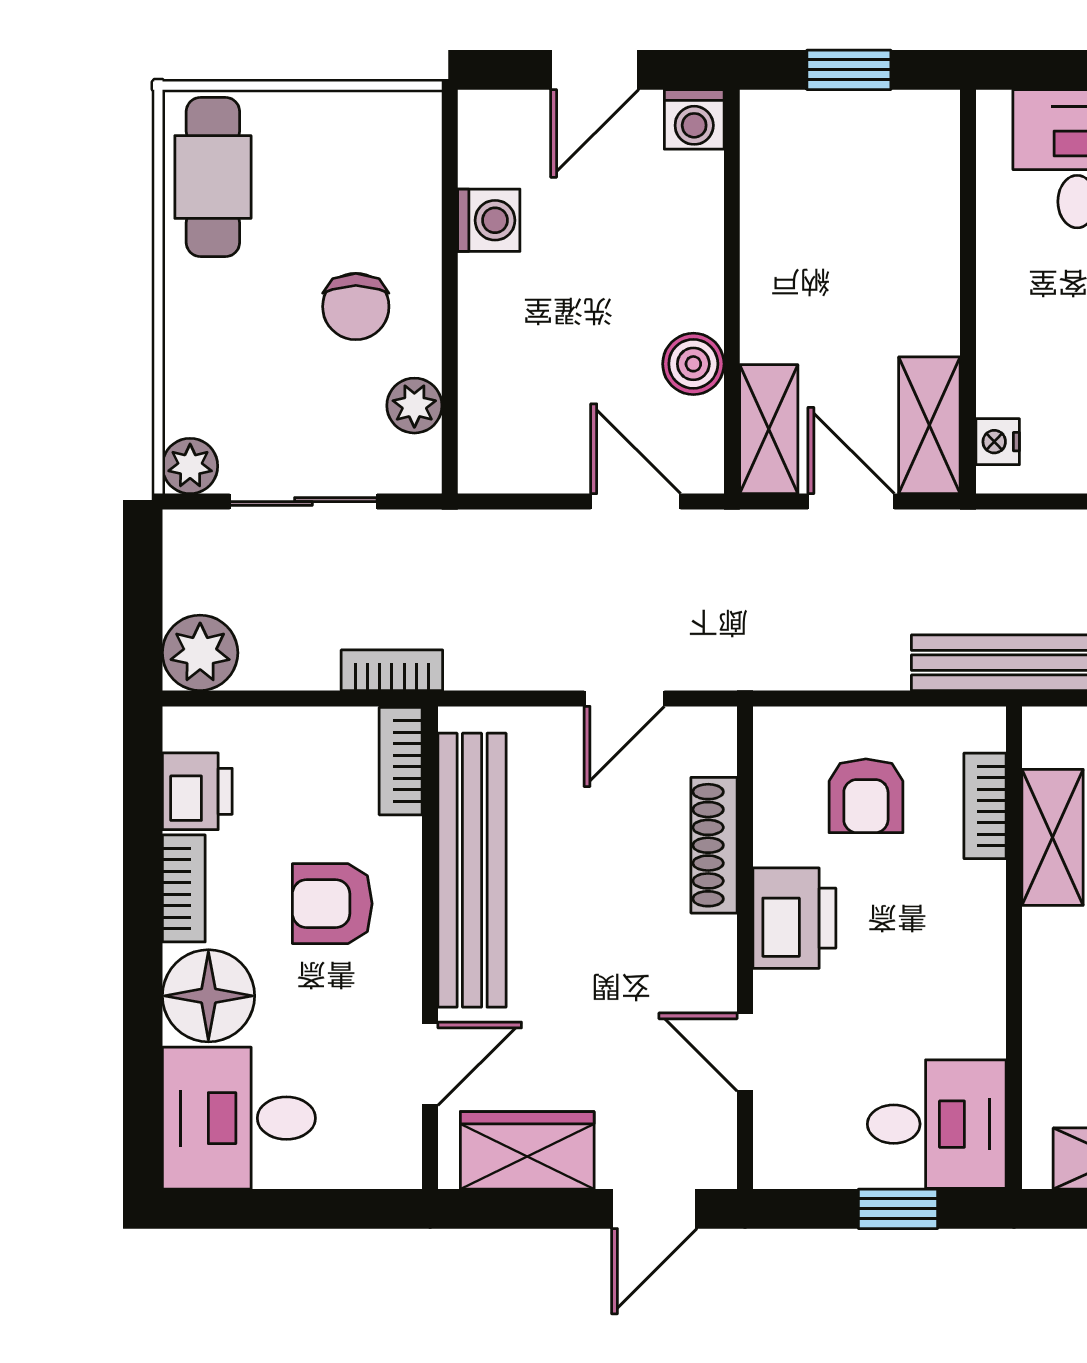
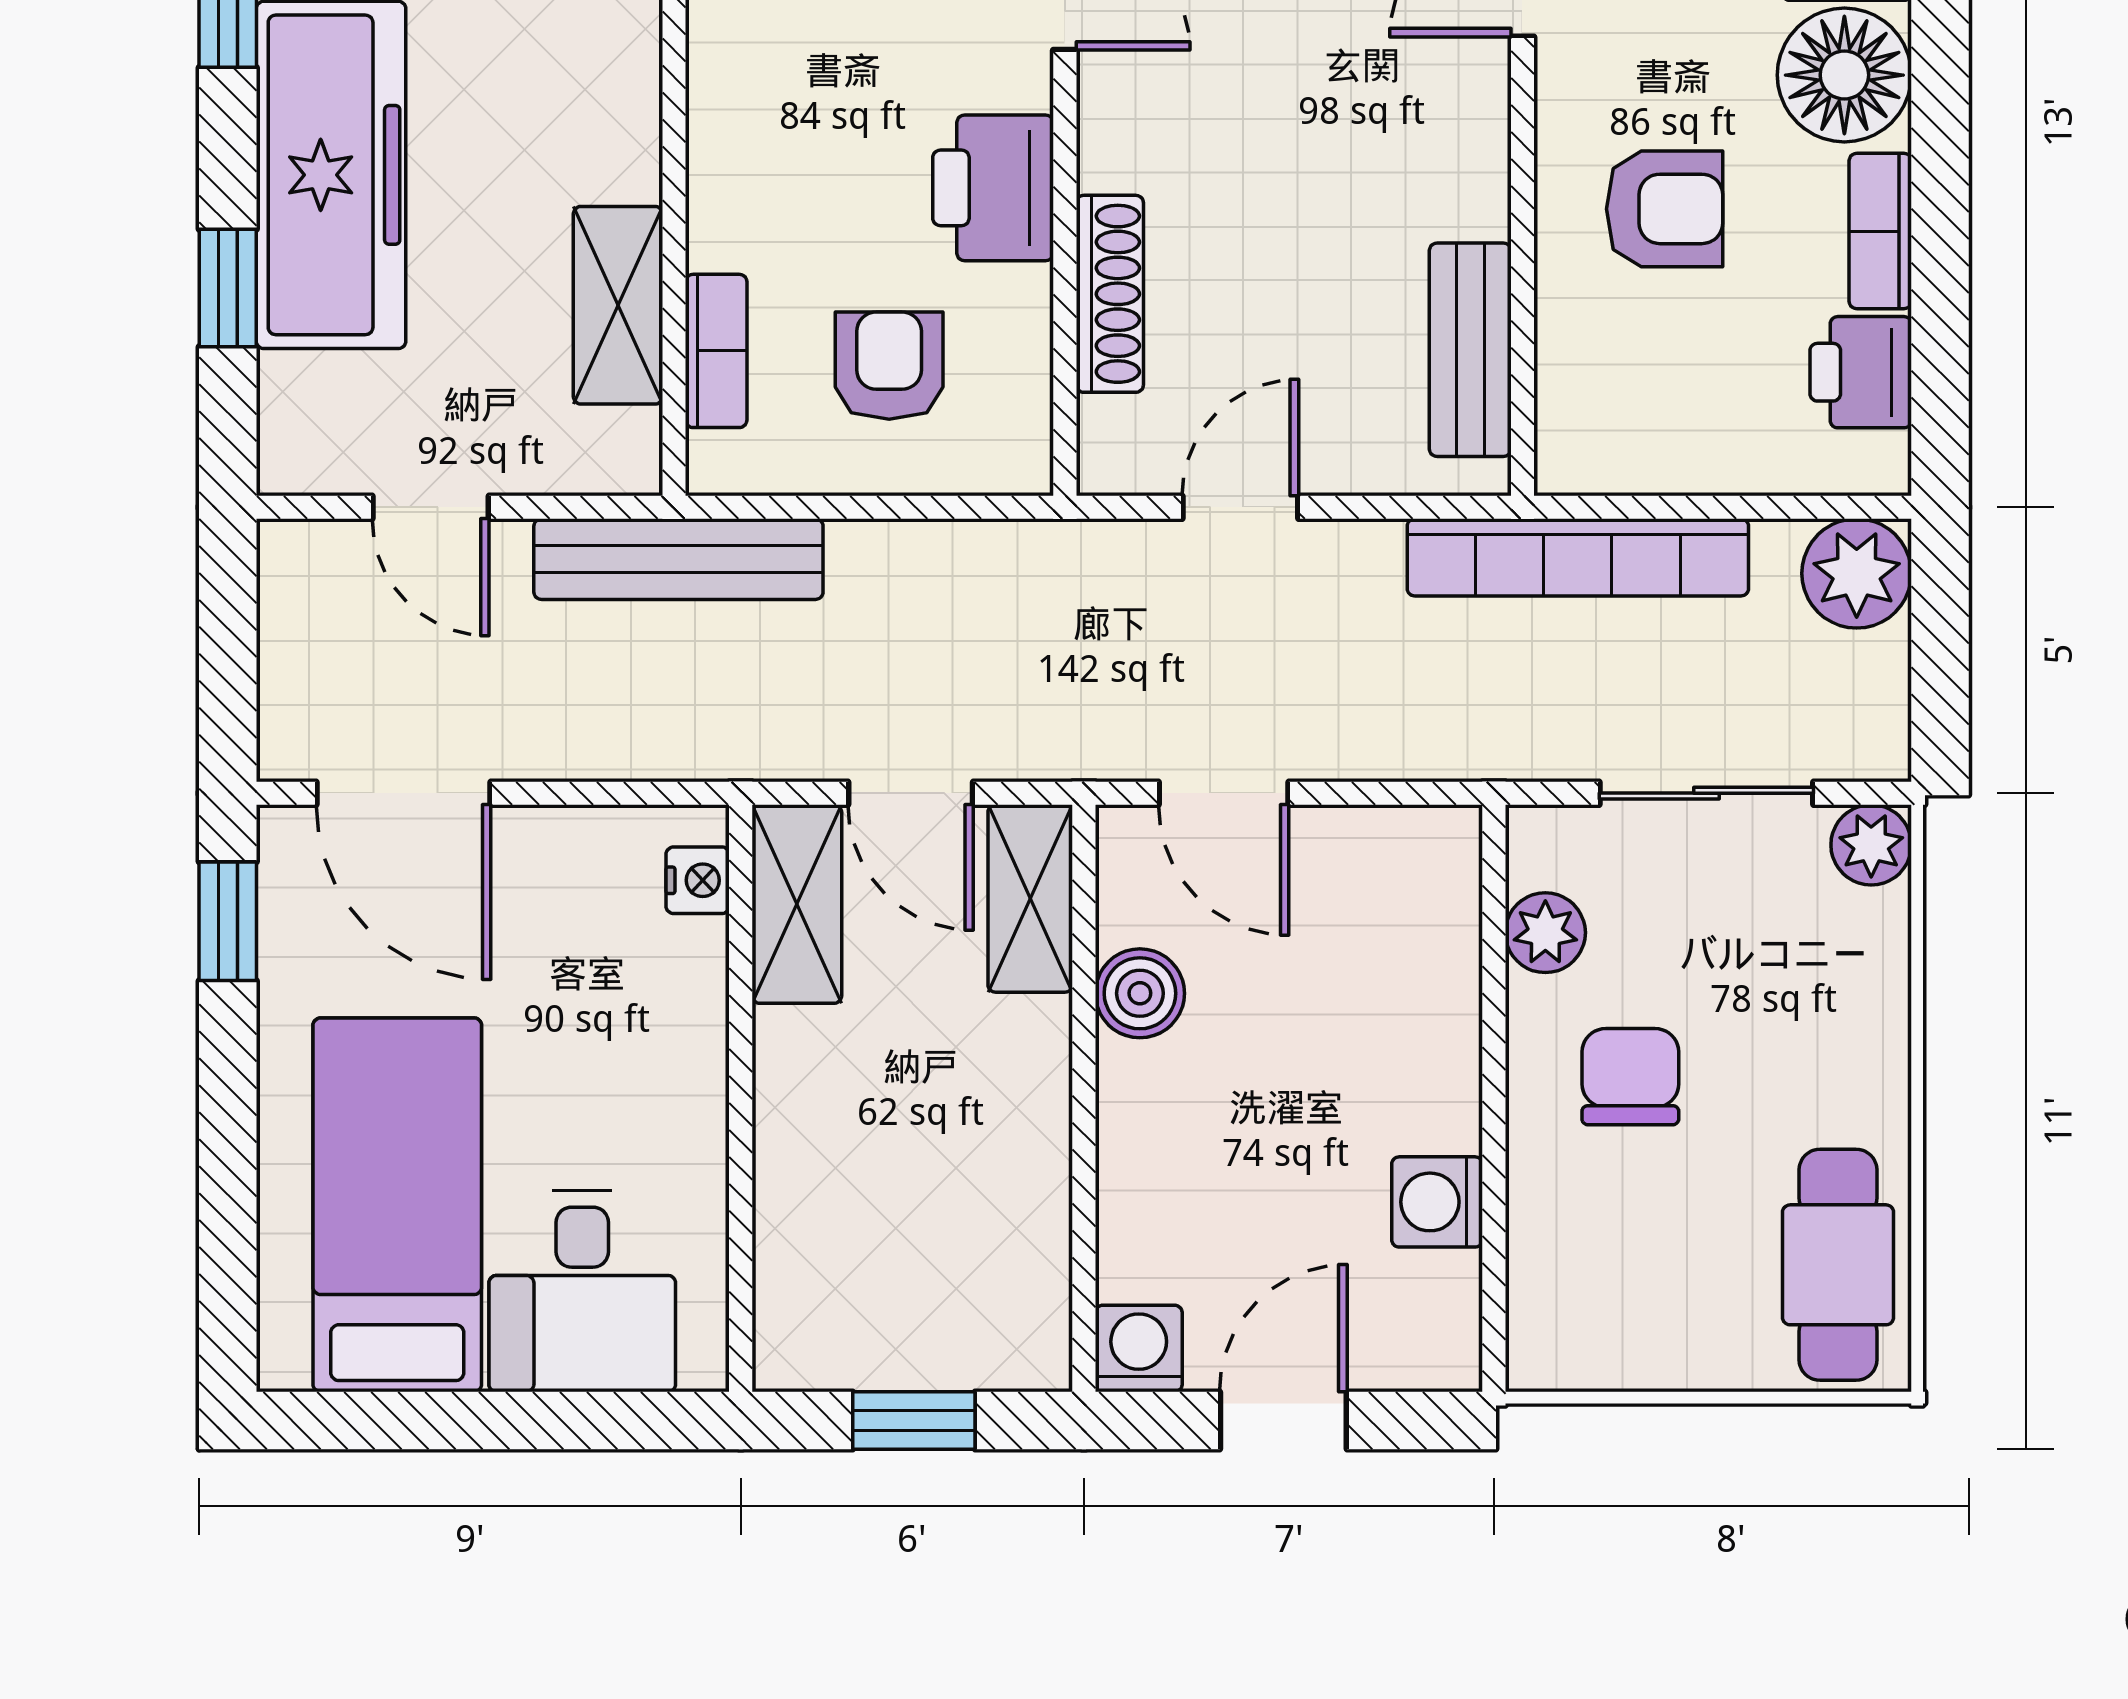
bookcase: (392, 670) -> (1578, 557), width x2.31, depth x1.31
bookcase: (401, 761) -> (1565, 416), removed
bench: (472, 870) -> (1470, 350), width x0.54, depth x0.82

